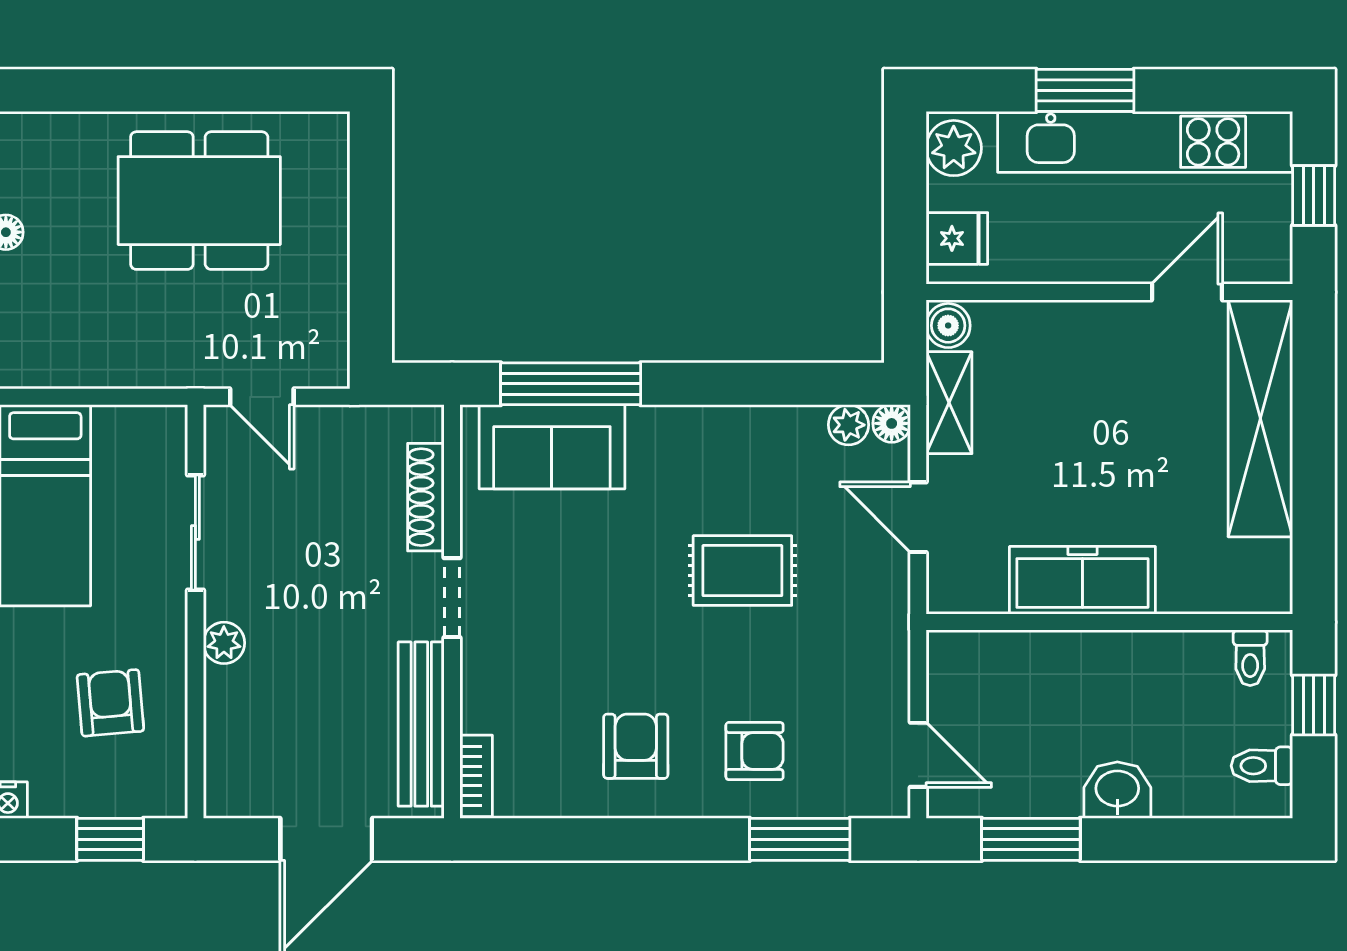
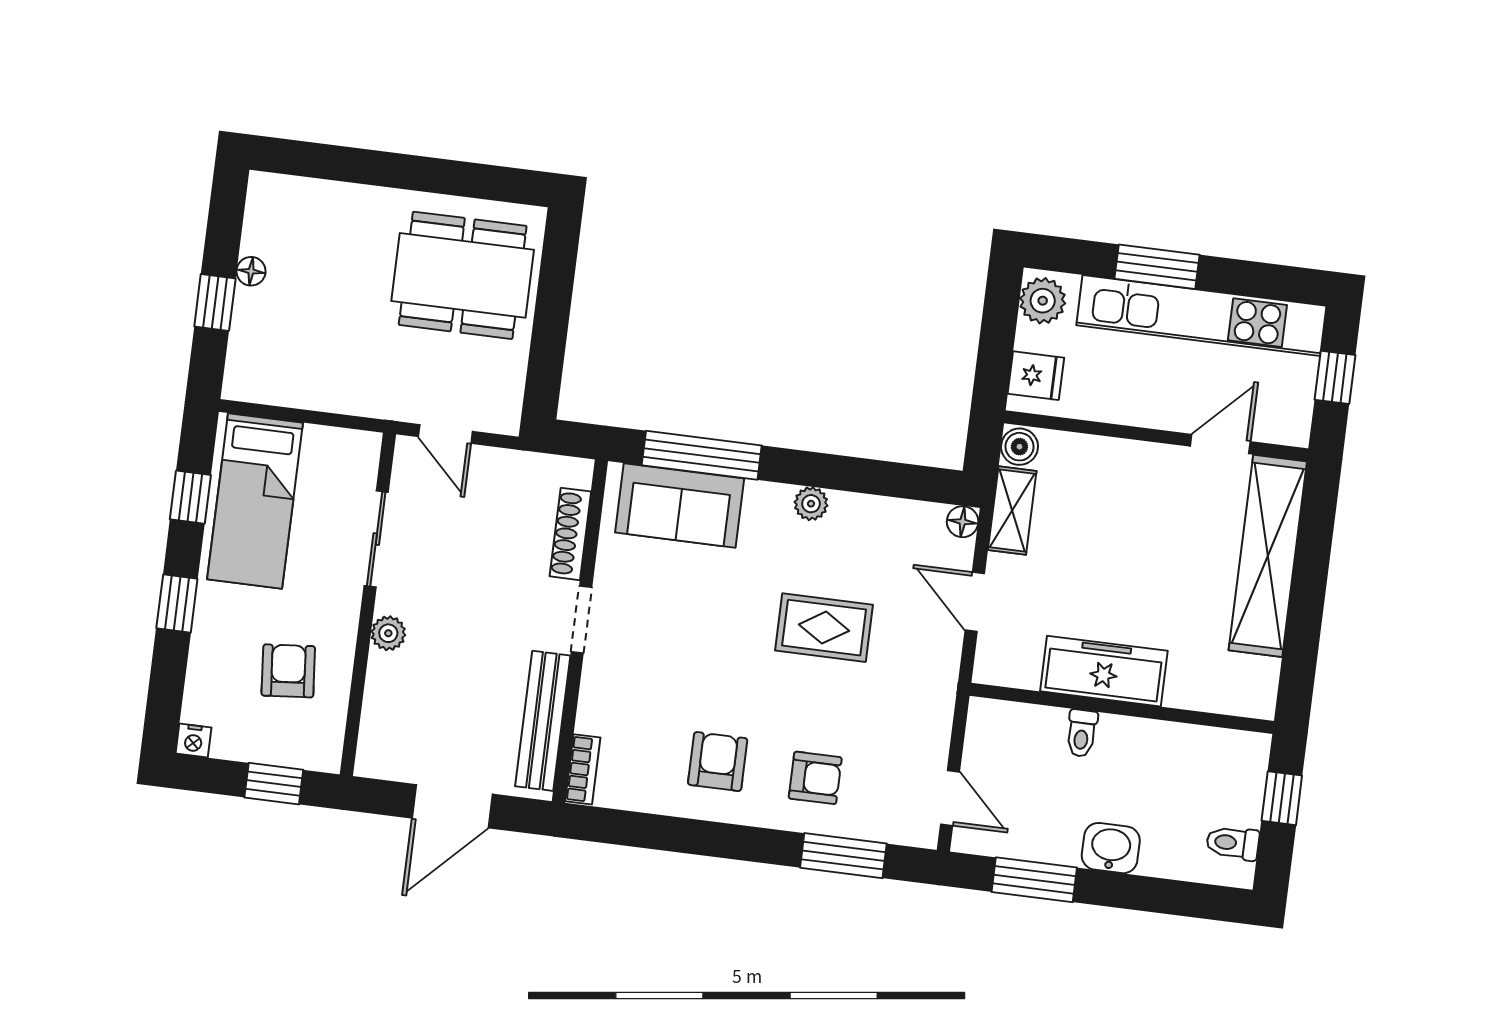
dining table: (199, 201) -> (463, 275), moved
plant: (848, 425) -> (811, 504), moved
toilet: (1250, 658) -> (1082, 733), moved

